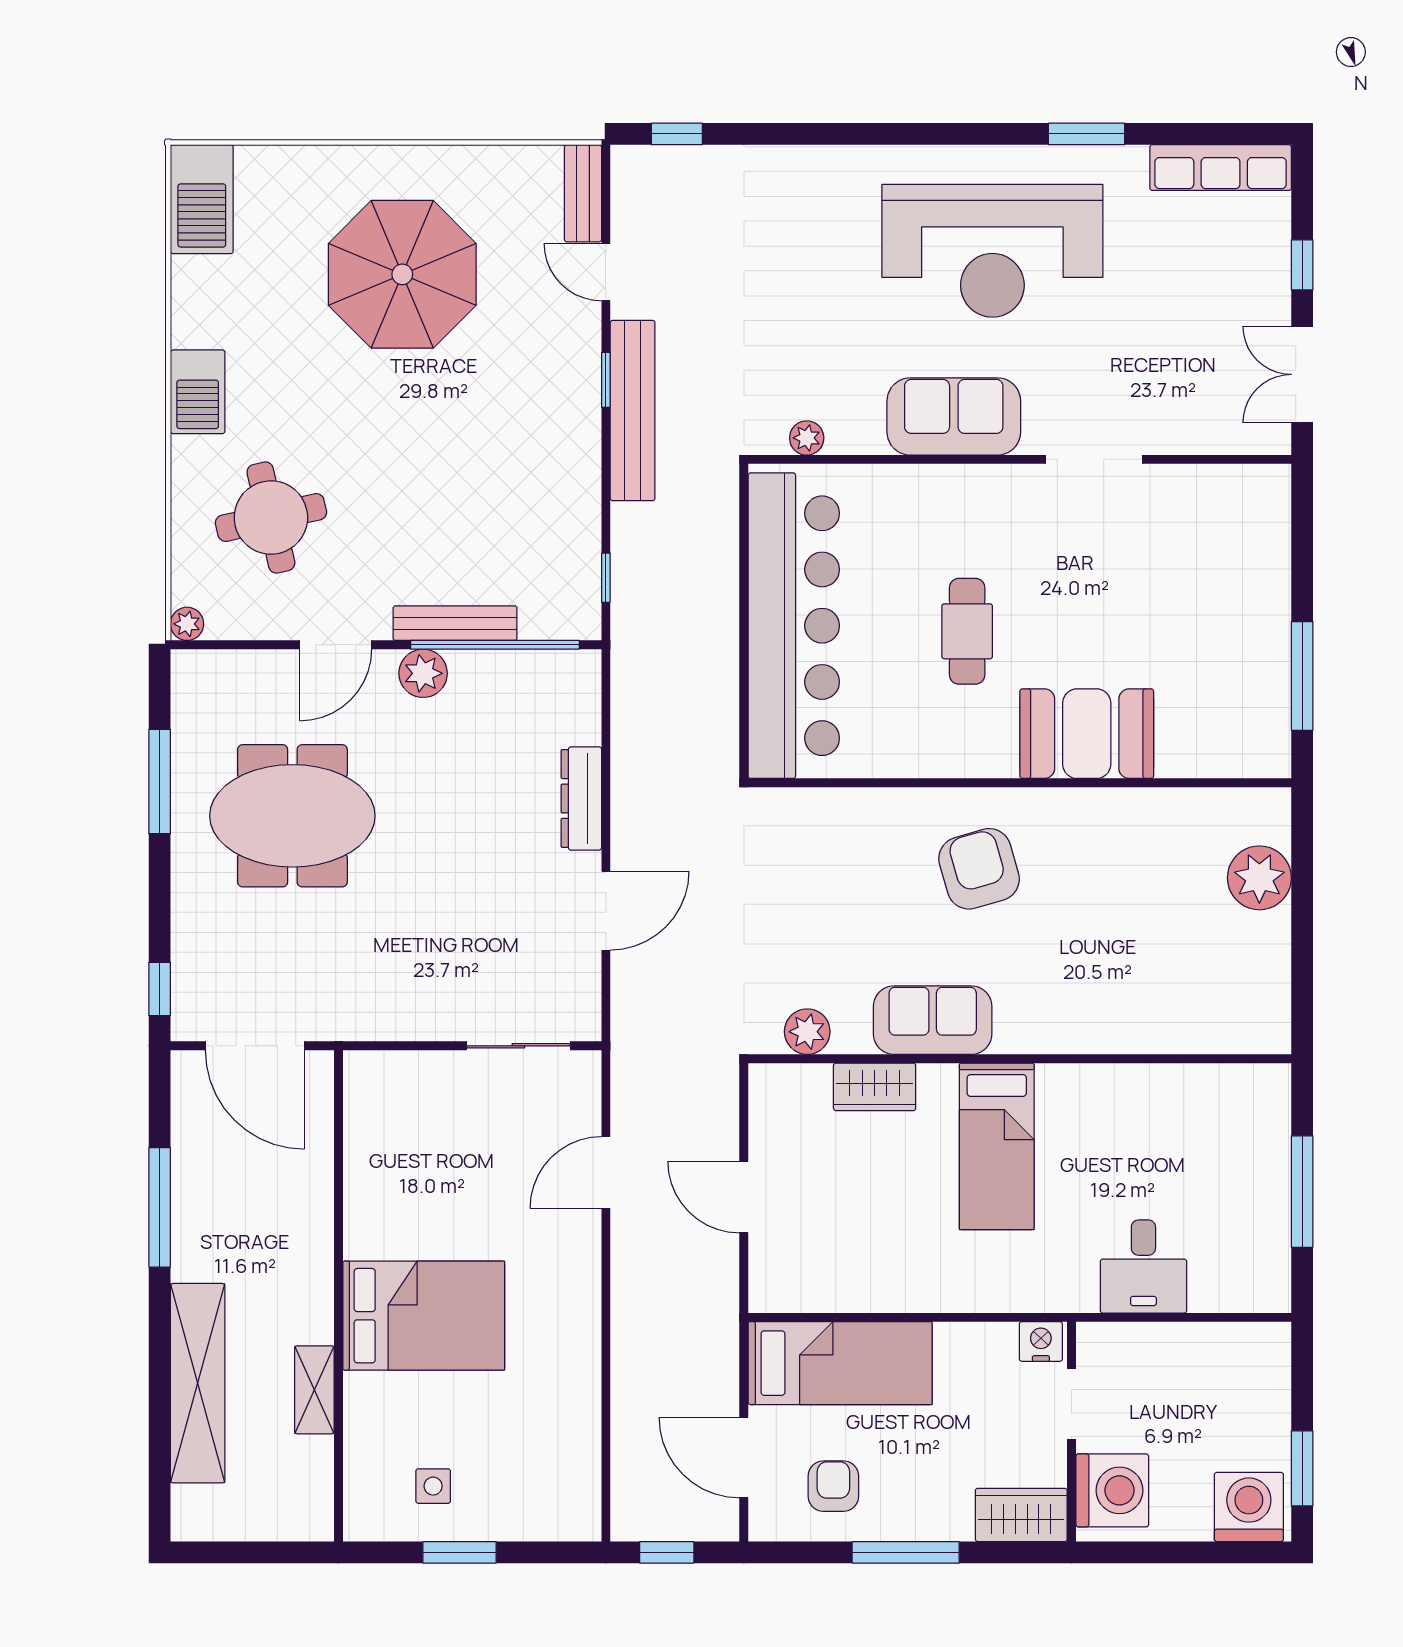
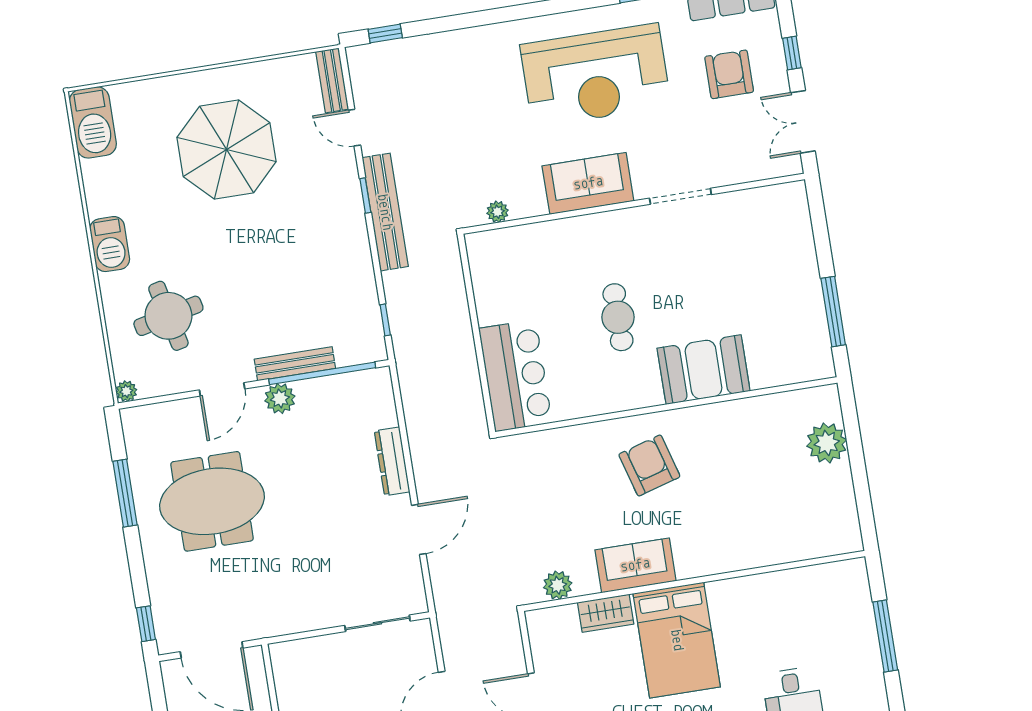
armchair: (1200, 282) -> (729, 74), added
bar counter: (794, 626) -> (515, 376), width x0.54
bed: (997, 1146) -> (677, 640), width x1.50

